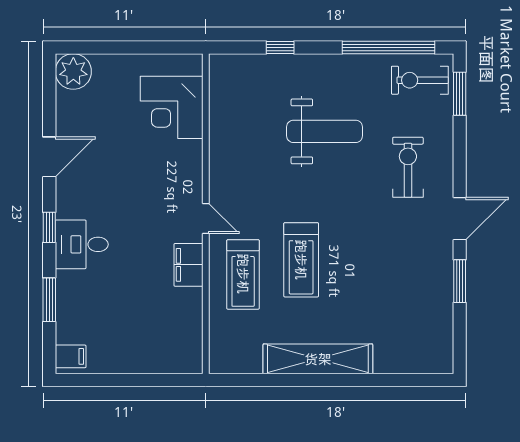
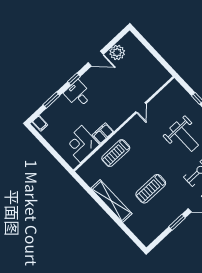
plant: (73, 72) -> (117, 52), moved
corner desk: (172, 107) -> (81, 144), moved
door: (206, 218) -> (141, 108), moved
treadmill: (301, 260) -> (151, 189), moved

